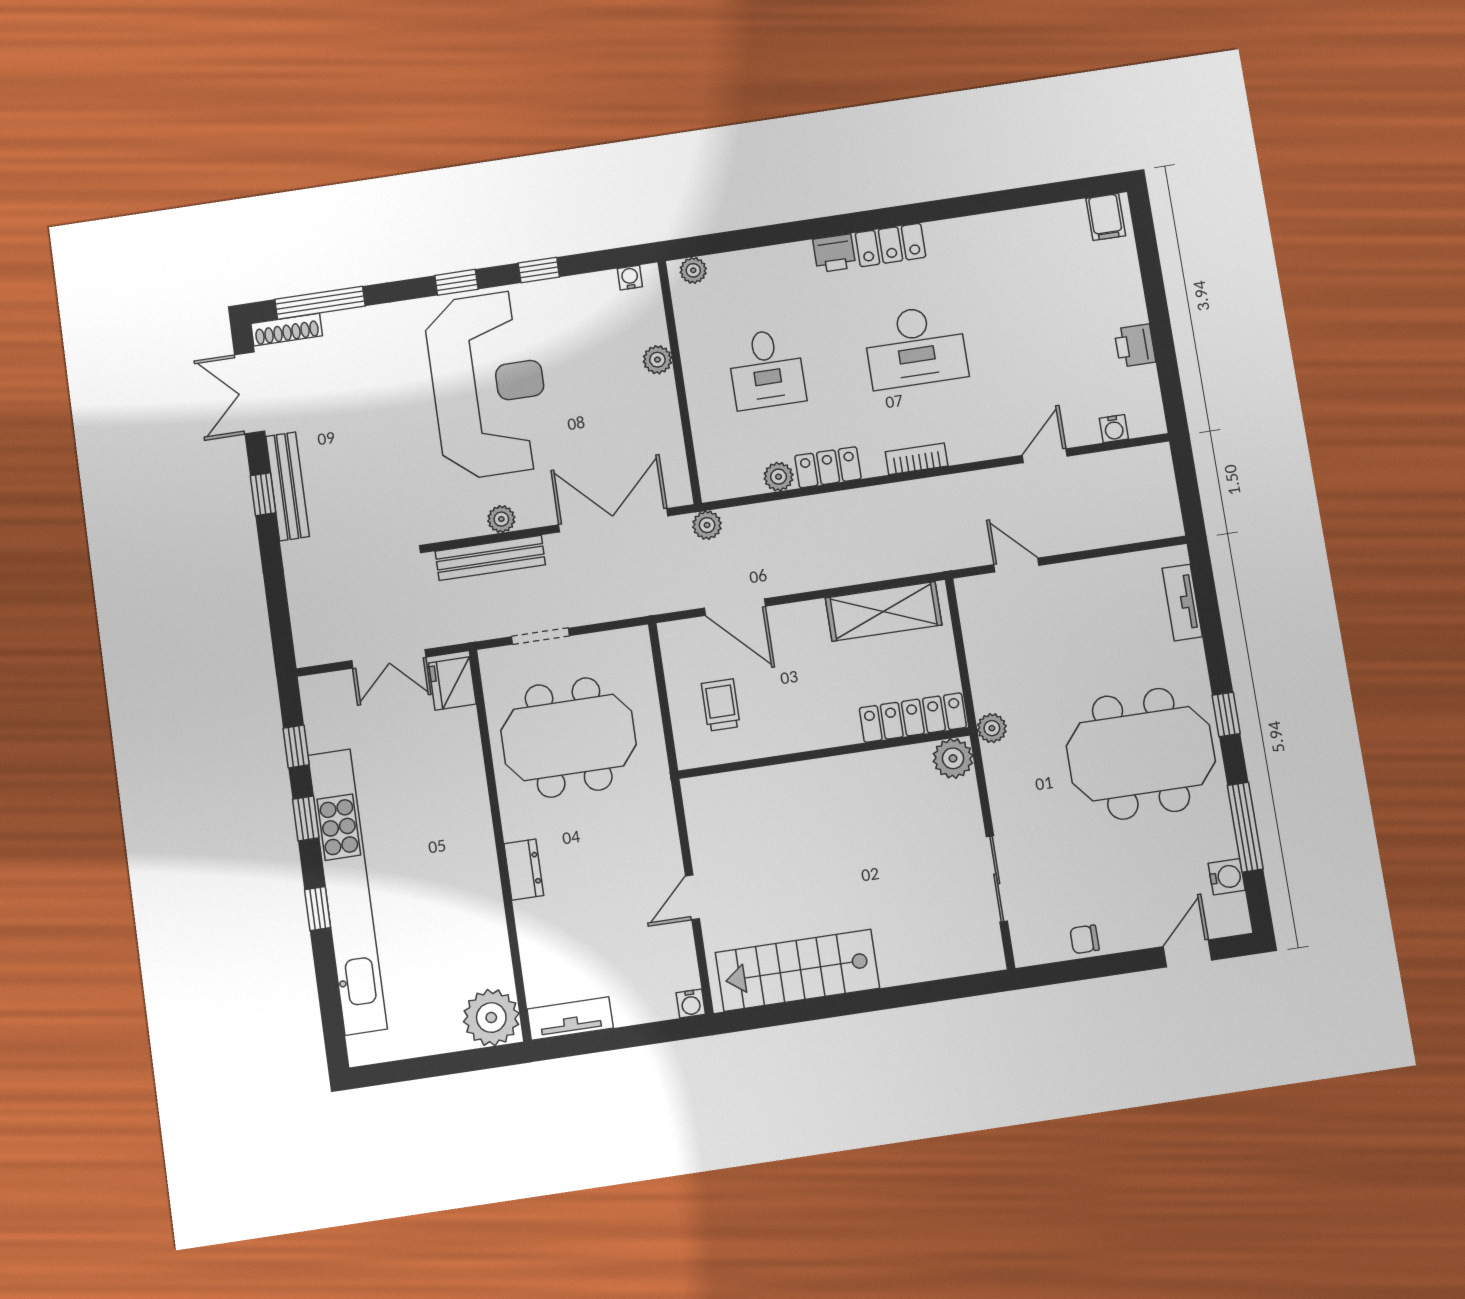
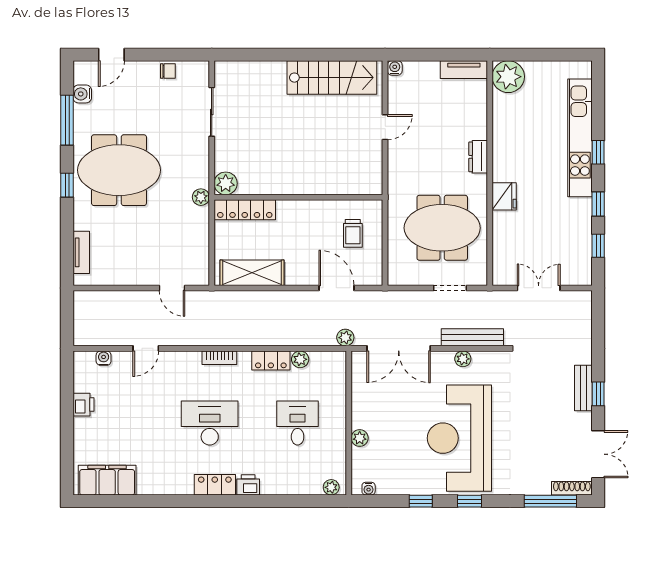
filing cabinet: (1106, 217) -> (107, 480), width x3.00, depth x1.17
bench: (288, 486) -> (583, 388), width x0.73
fridge: (452, 683) -> (504, 196), moved
kitchen unit: (347, 891) -> (580, 138), width x0.73

